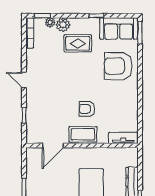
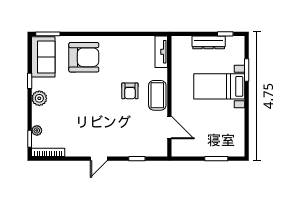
plant: (63, 25) -> (39, 98), moved
rug: (78, 43) -> (59, 101), removed
armchair: (118, 66) -> (84, 57), turned -90

